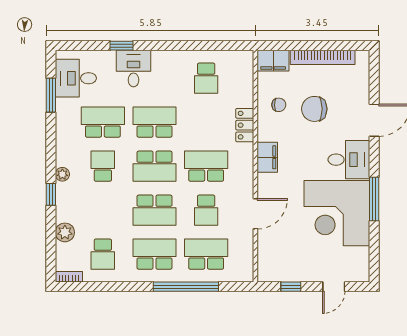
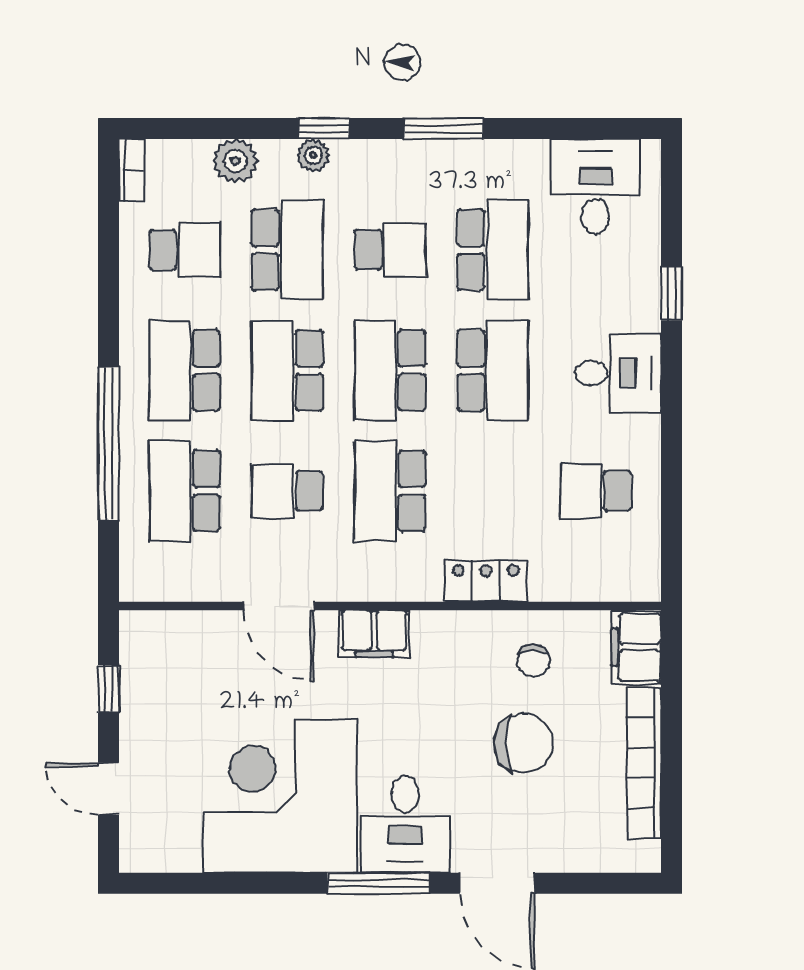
desk: (134, 68) -> (618, 373), moved
window: (51, 95) -> (444, 129), moved
chair: (314, 109) -> (524, 743), turned 90
filing cabinet: (267, 157) -> (374, 634), moved
school desk: (206, 166) -> (390, 491), turned 180
plant: (62, 174) -> (313, 155), moved
window: (374, 199) -> (379, 883), moved
school desk: (103, 210) -> (287, 250), added
school desk: (103, 254) -> (185, 250), turned 180
school desk: (154, 254) -> (185, 370), turned 180
school desk: (206, 254) -> (185, 491), turned 180

